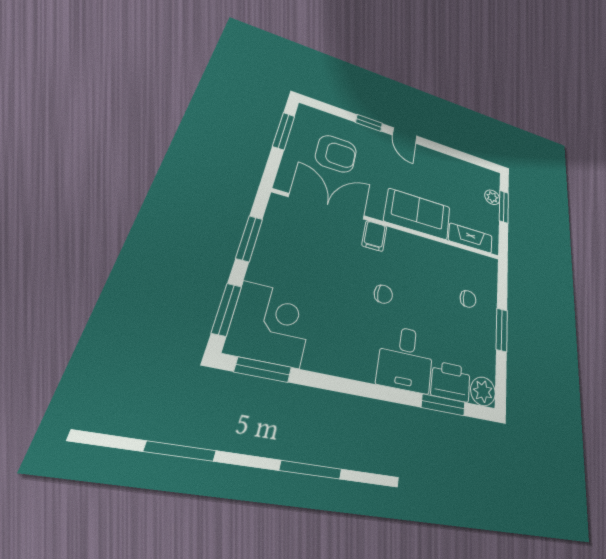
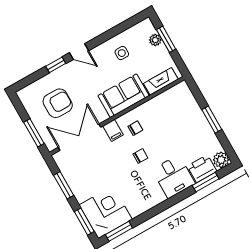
window: (284, 131) -> (34, 133), moved
side table: (449, 177) -> (122, 53), added
chair: (468, 299) -> (135, 128), moved

